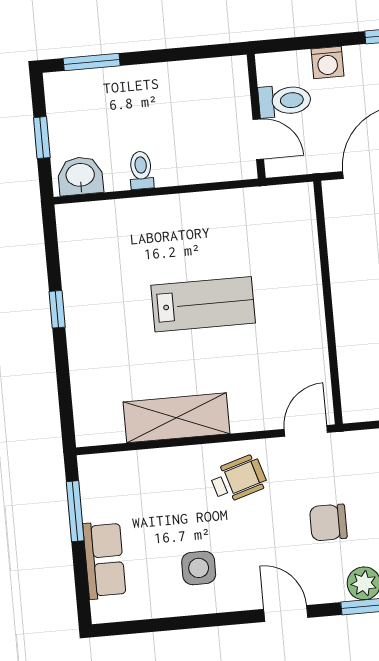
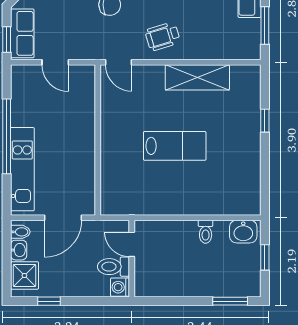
washing machine: (327, 63) -> (120, 287), moved, turned -90
lab bench: (203, 304) -> (175, 146), turned 180
window: (57, 309) -> (265, 121), moved
door: (306, 431) -> (119, 62), hinge flipped

